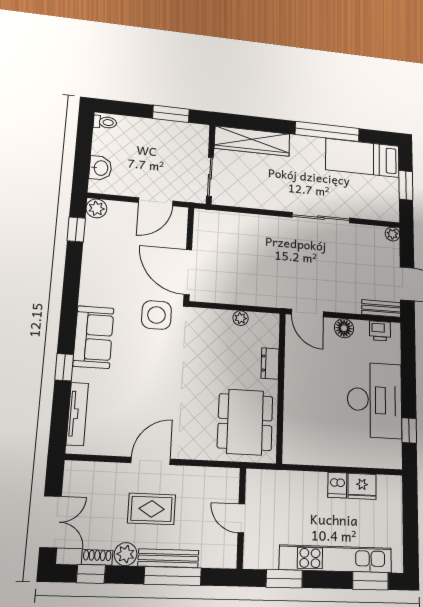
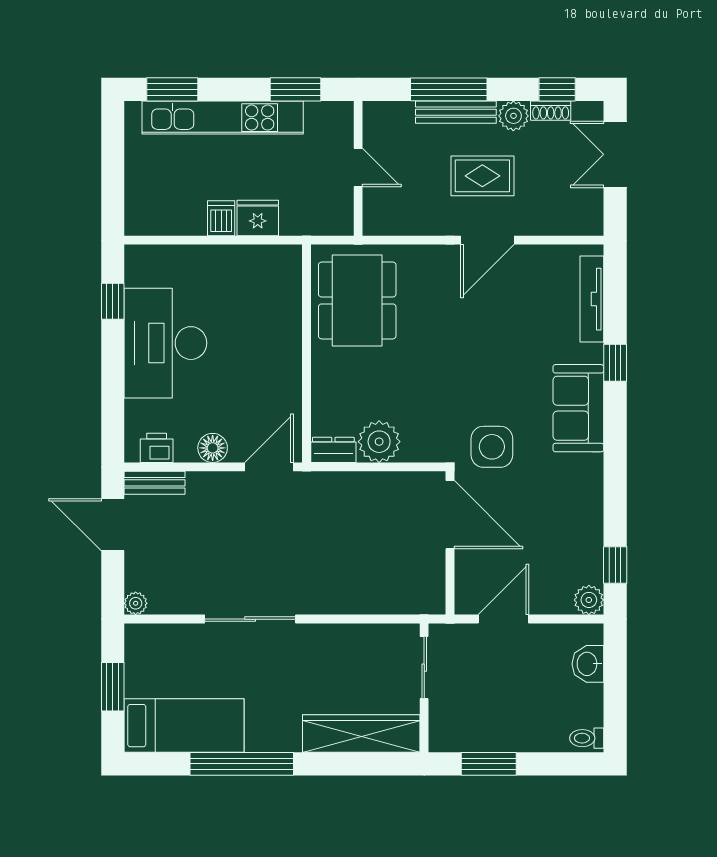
door: (307, 313) -> (269, 467), hinge flipped
plant: (241, 318) -> (379, 442), width x1.88, depth x1.88
dresser: (270, 363) -> (333, 450), moved, turned -90
fridge: (362, 486) -> (258, 218), moved

